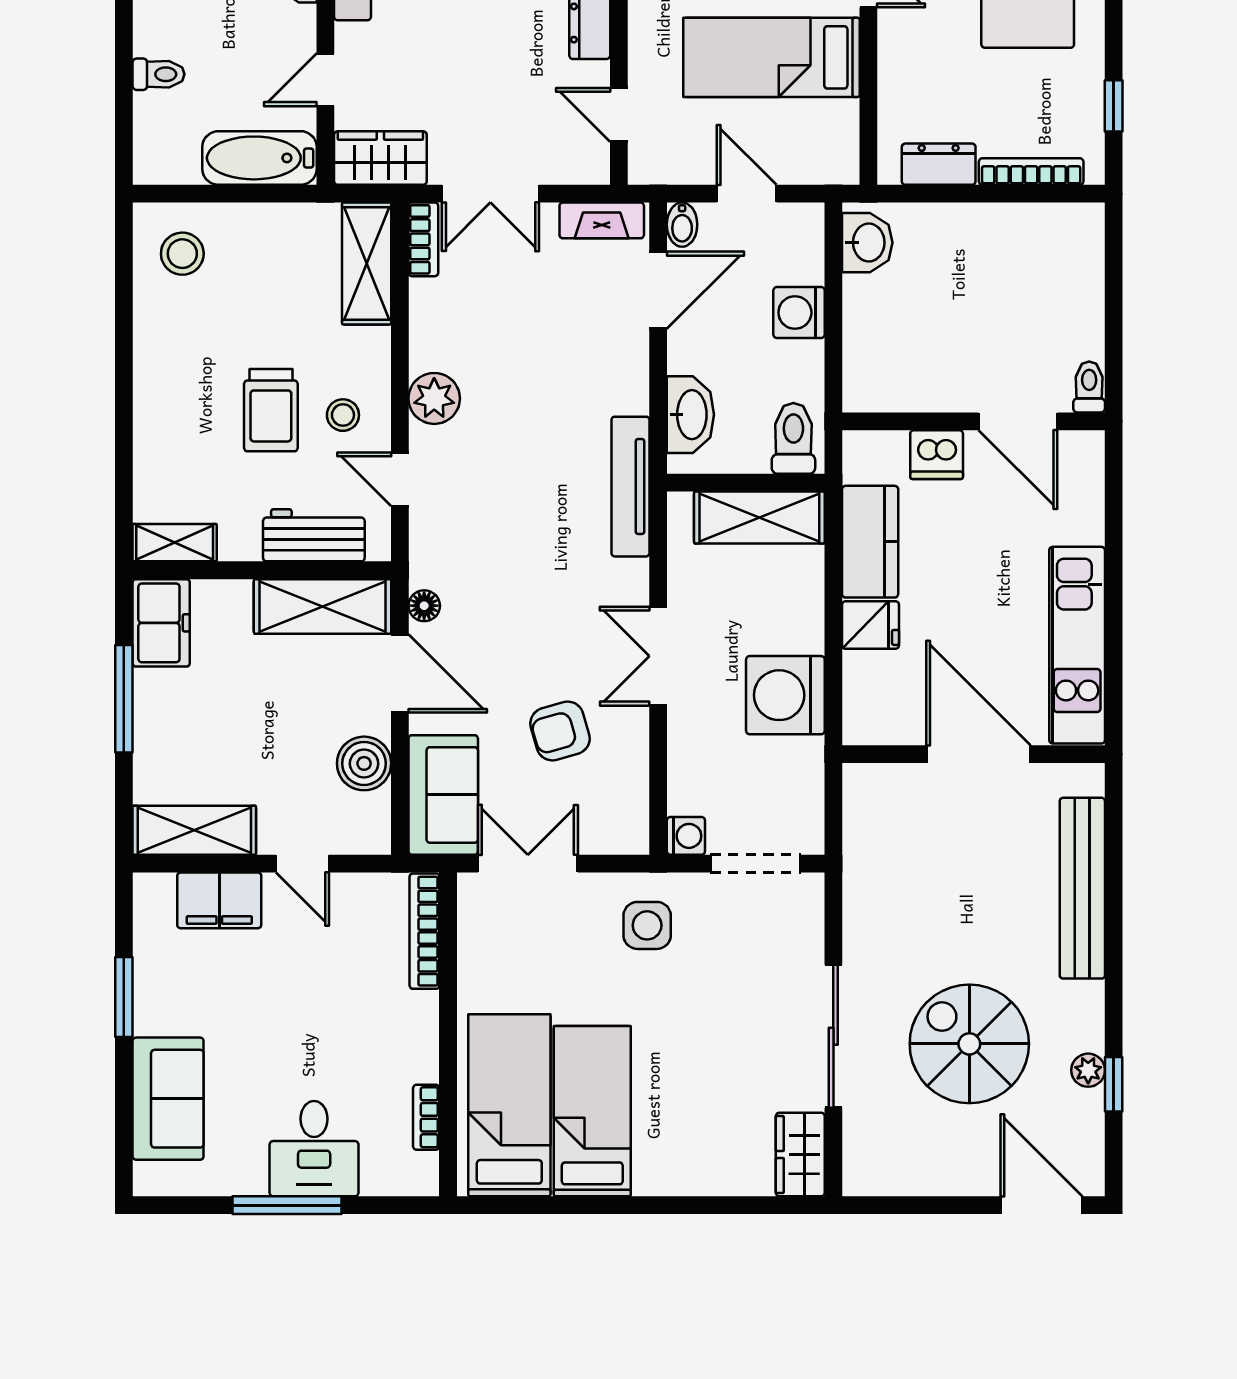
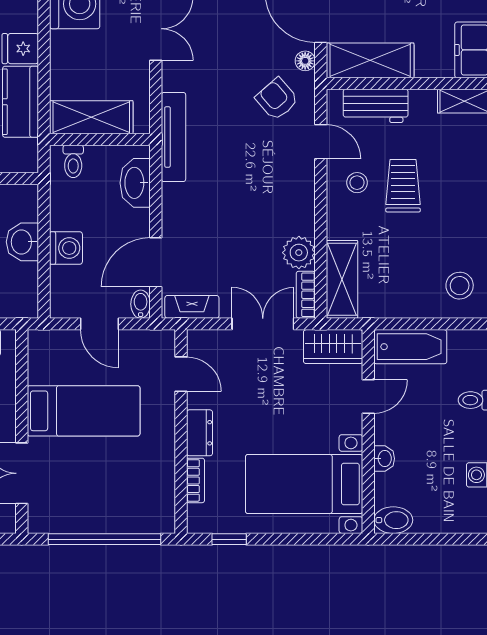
washbasin: (867, 243) -> (22, 242), moved
plant: (434, 398) -> (299, 253), moved
toilet: (793, 438) -> (73, 161), width x0.73, depth x0.72
armchair: (469, 546) -> (277, 99), added

